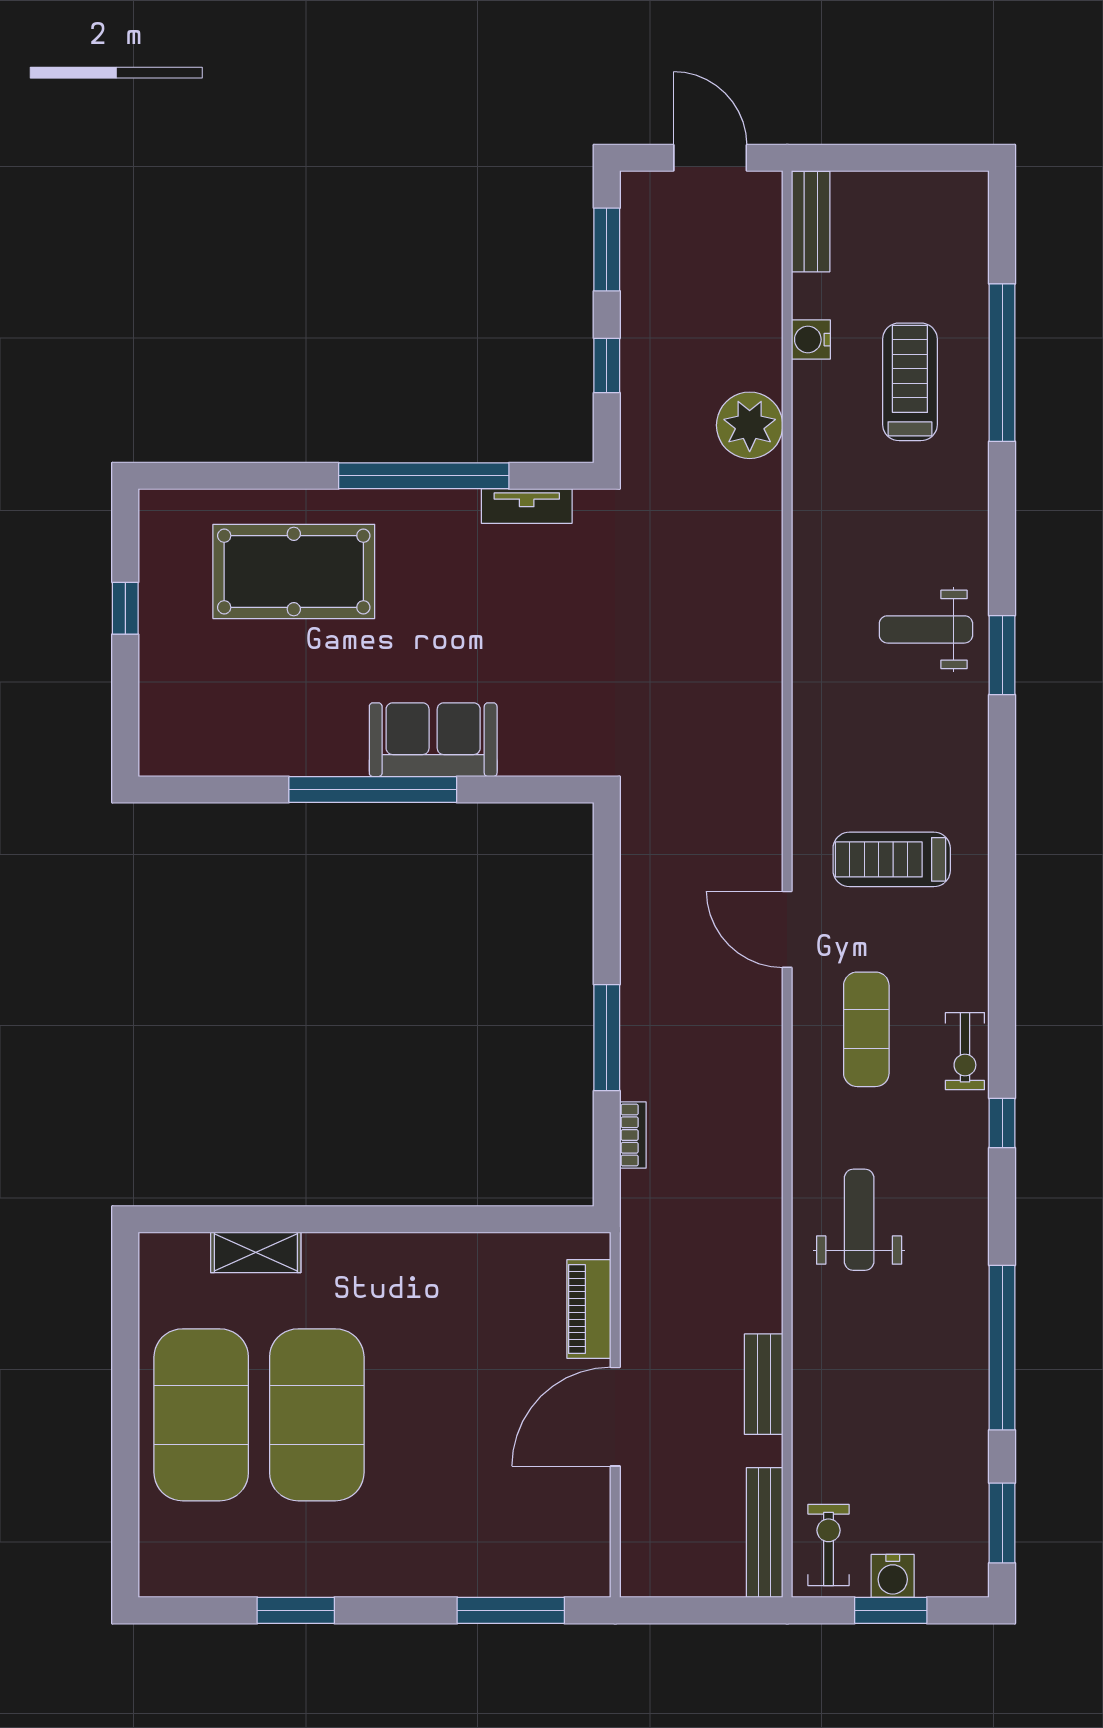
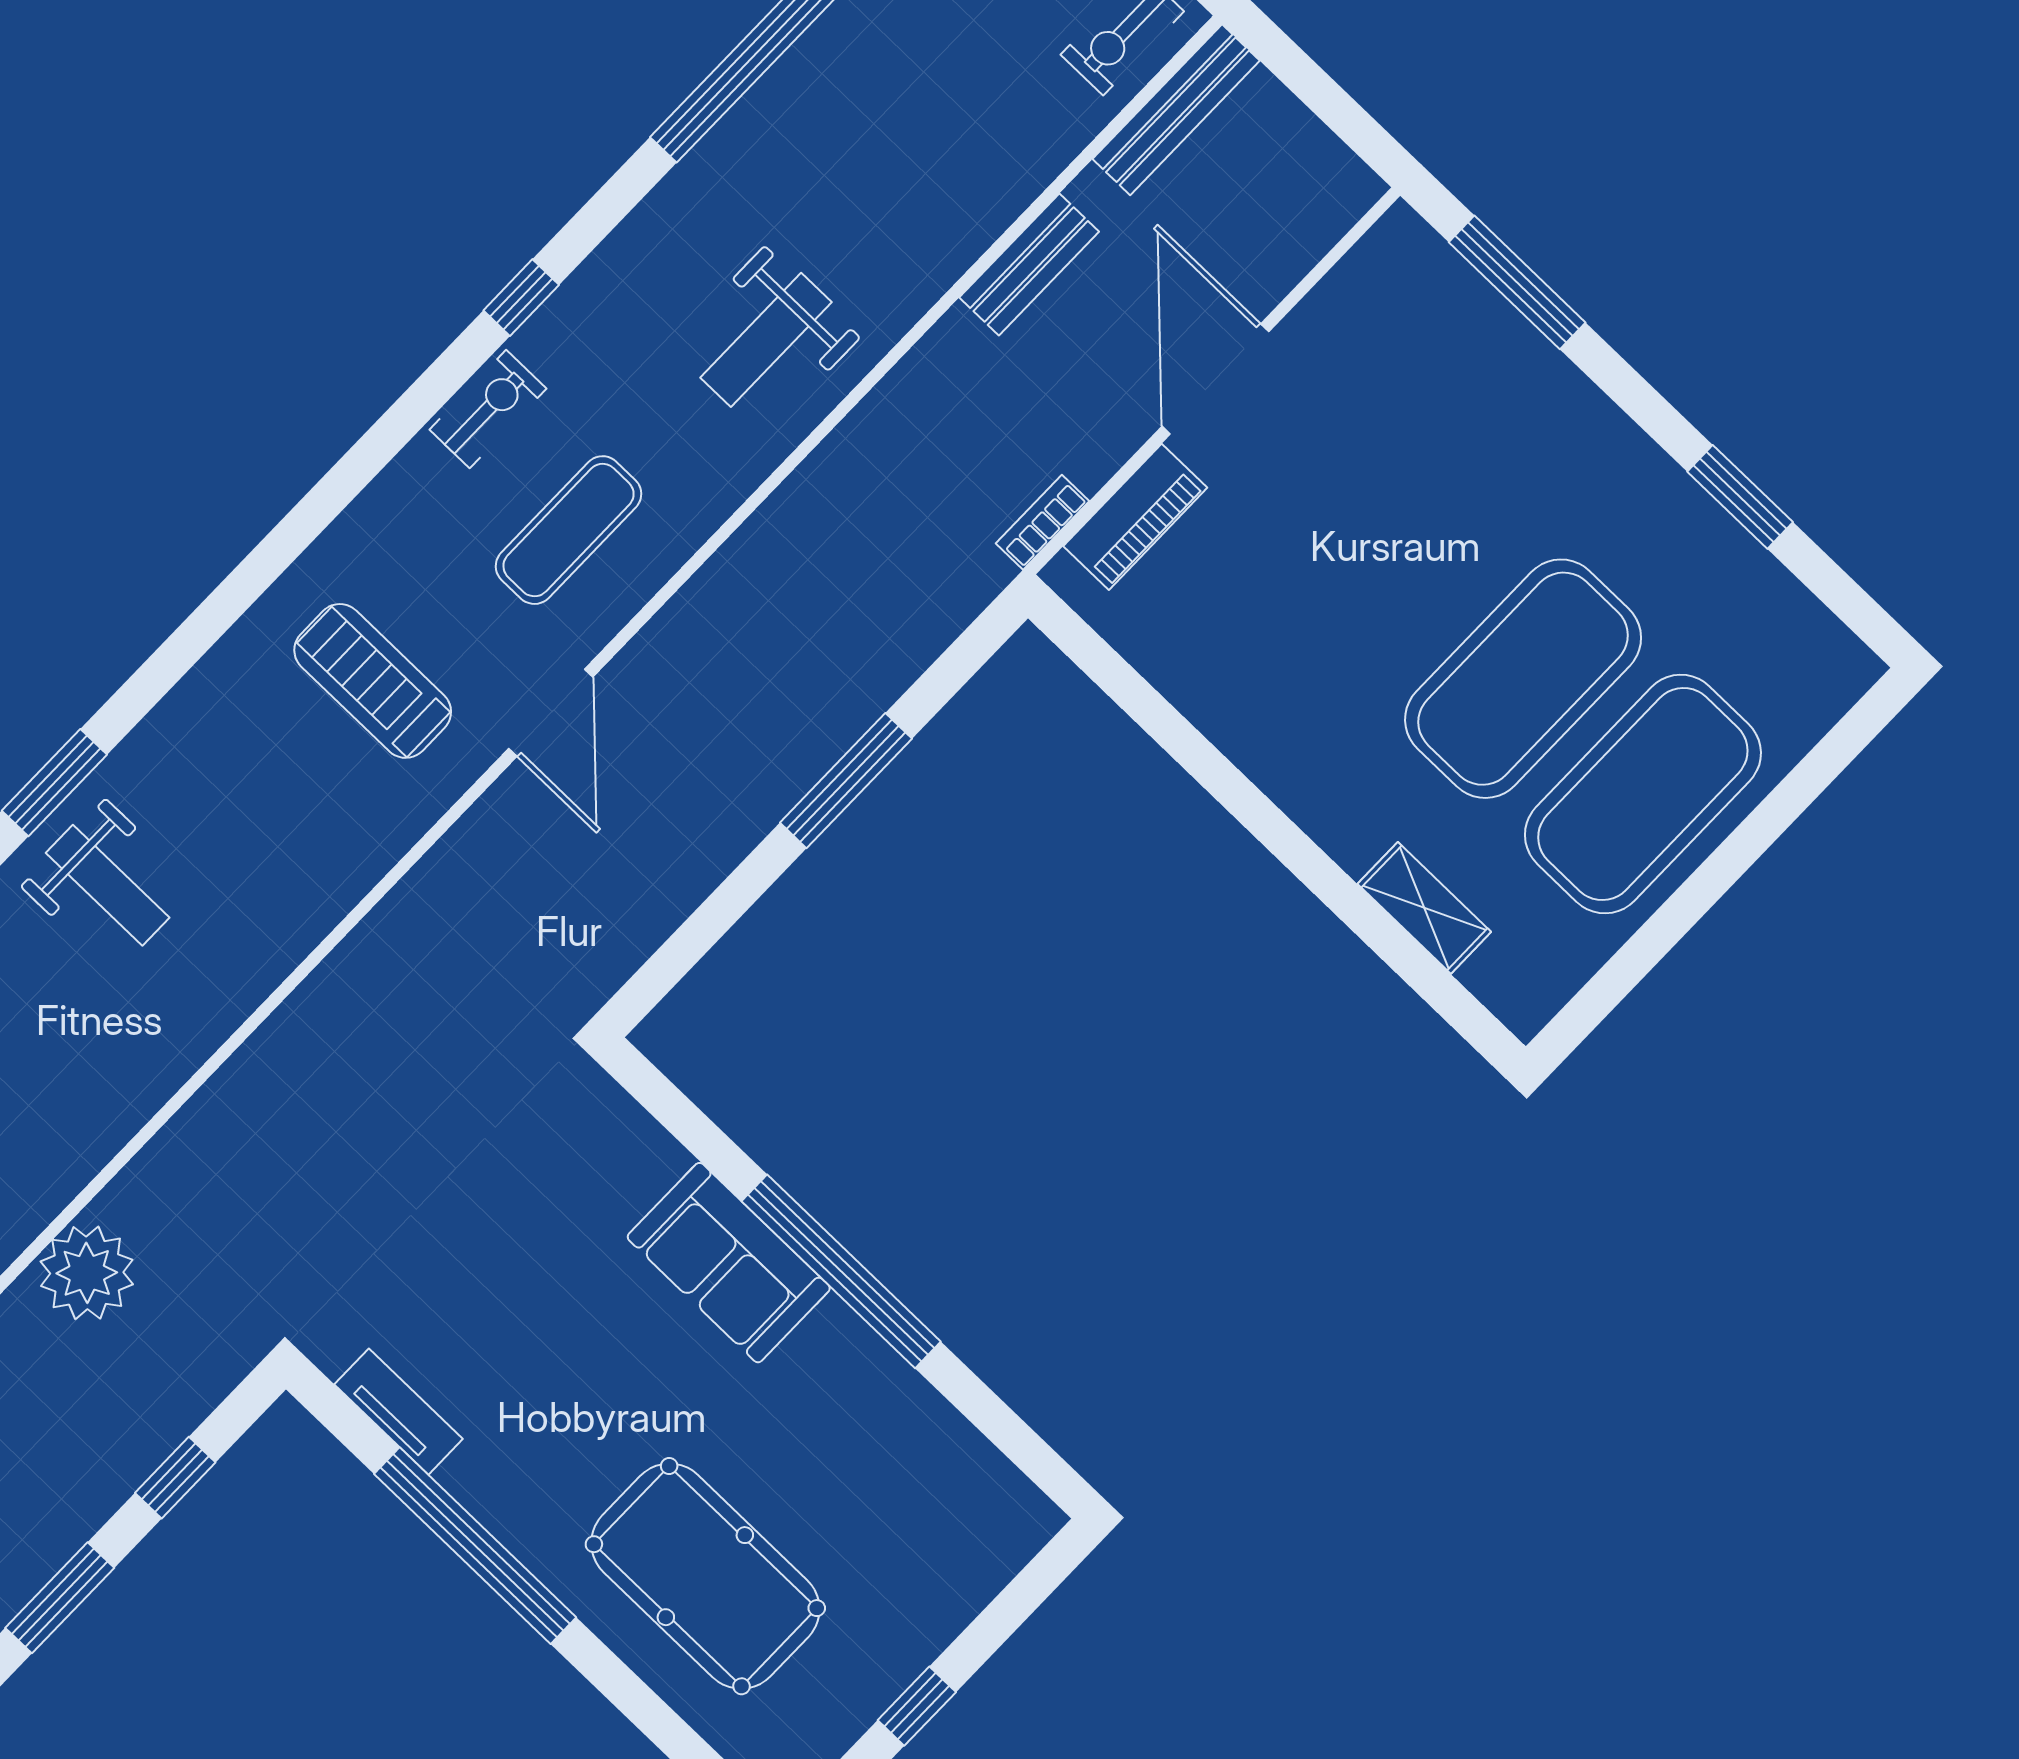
treadmill: (892, 859) -> (373, 681), turned 180
bookcase: (633, 1135) -> (1042, 522), moved
door: (615, 1417) -> (1215, 379), swing flipped

